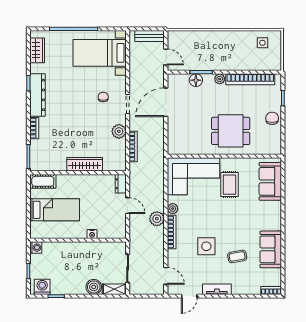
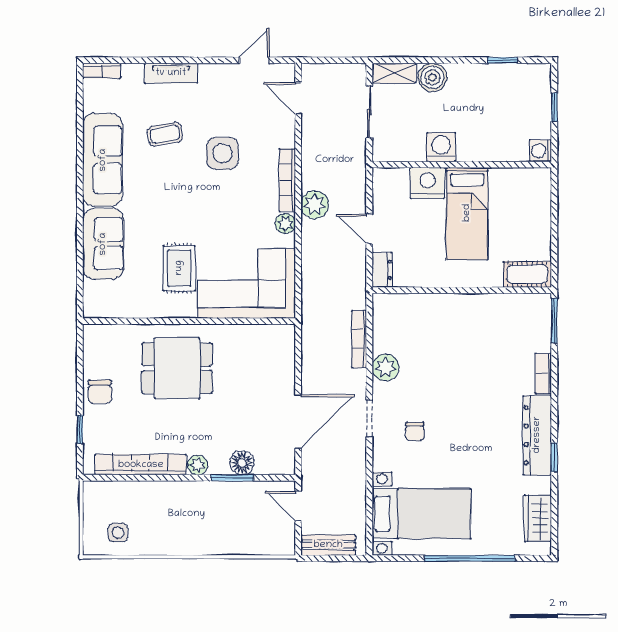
wardrobe: (85, 164) -> (449, 306), removed
sofa: (270, 181) -> (103, 244), moved
bed: (55, 210) -> (467, 213), moved, turned -90
nightstand: (92, 234) -> (427, 183), width x1.89, depth x1.79
sofa: (271, 249) -> (103, 160), width x1.36
washing machine: (42, 287) -> (441, 147), moved, turned 180
tv unit: (217, 289) -> (171, 73), moved

